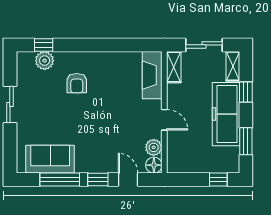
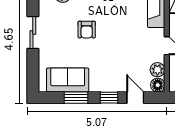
armchair: (77, 83) -> (87, 30), moved
window: (60, 180) -> (76, 98), width x0.69

